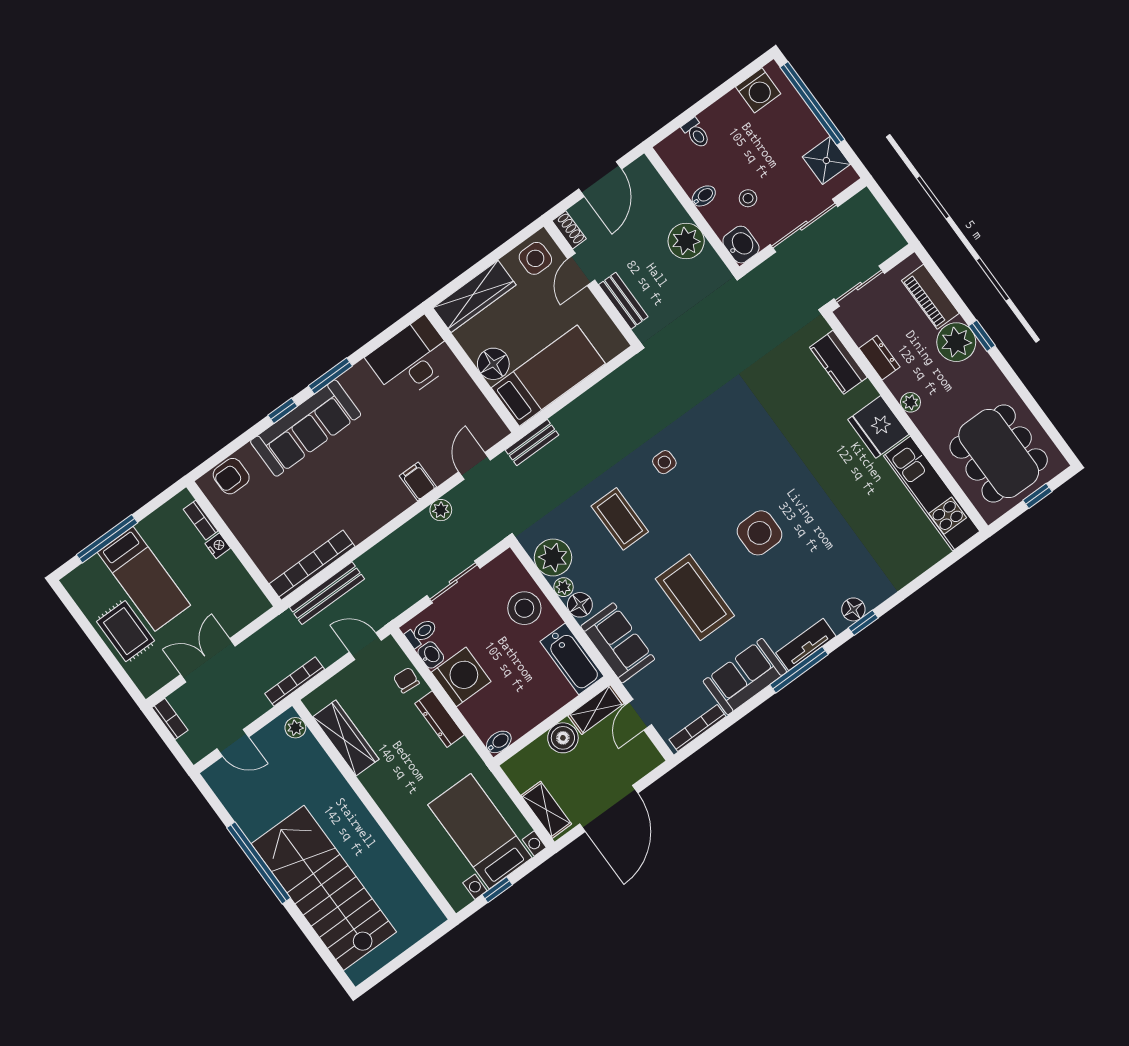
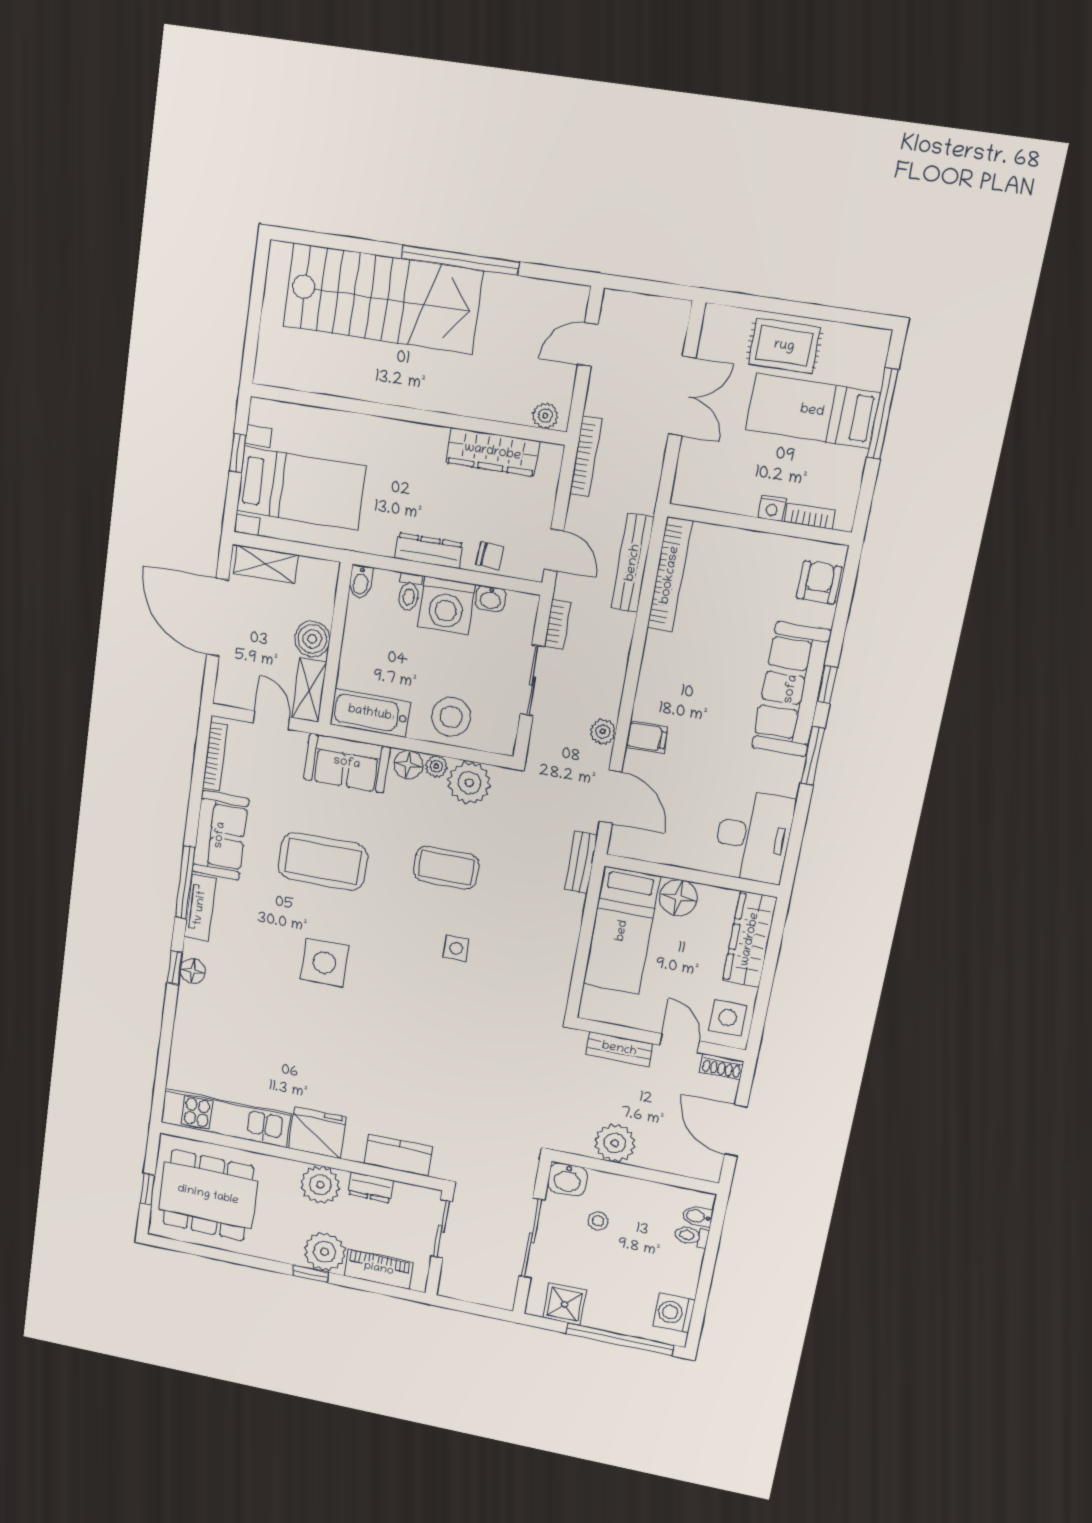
bidet: (704, 196) -> (697, 1216), moved, turned 90
plant: (910, 402) -> (320, 1185), width x1.88, depth x1.88
door: (475, 466) -> (611, 797), width x1.38
toilet: (421, 633) -> (409, 592), moved
door: (365, 646) -> (554, 550), hinge flipped
bookcase: (170, 719) -> (558, 624), moved, turned -90

